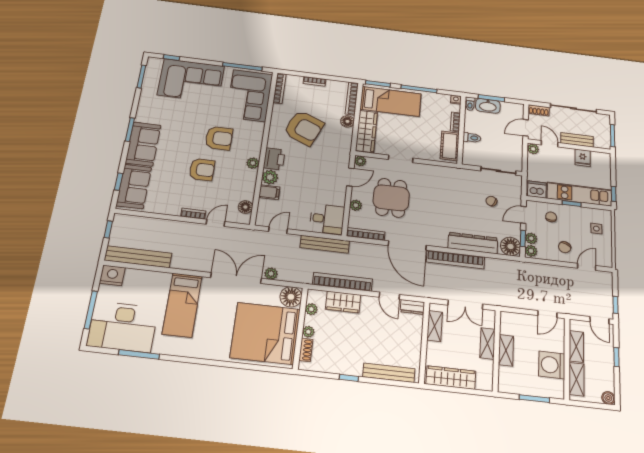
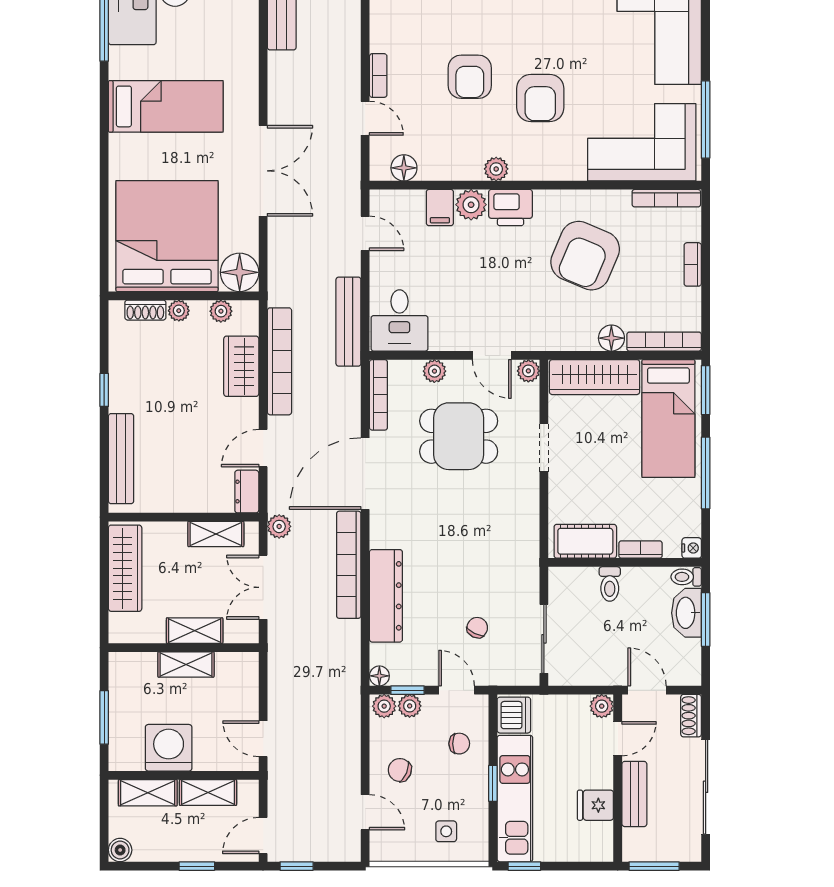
floor lamp: (511, 246) -> (379, 676), width x0.53, depth x0.53
plant: (271, 274) -> (279, 526), moved
bed: (182, 305) -> (166, 106), moved, turned 180

